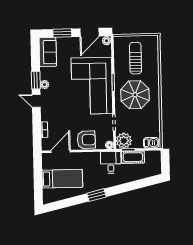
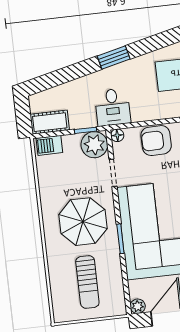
cot: (133, 157) -> (50, 122), moved
window: (96, 195) -> (114, 58), moved

